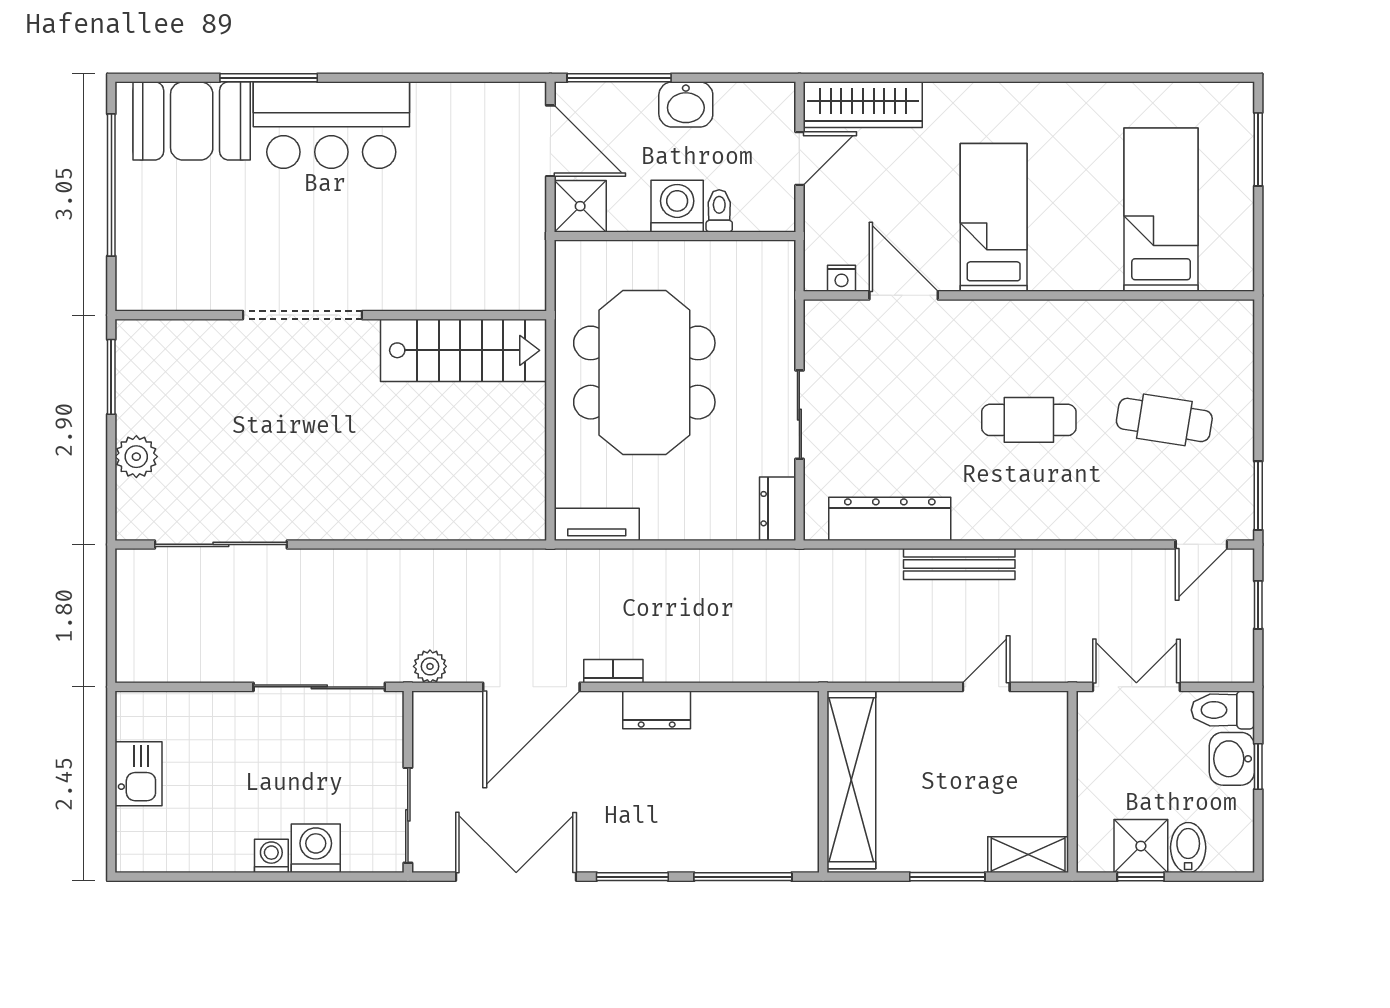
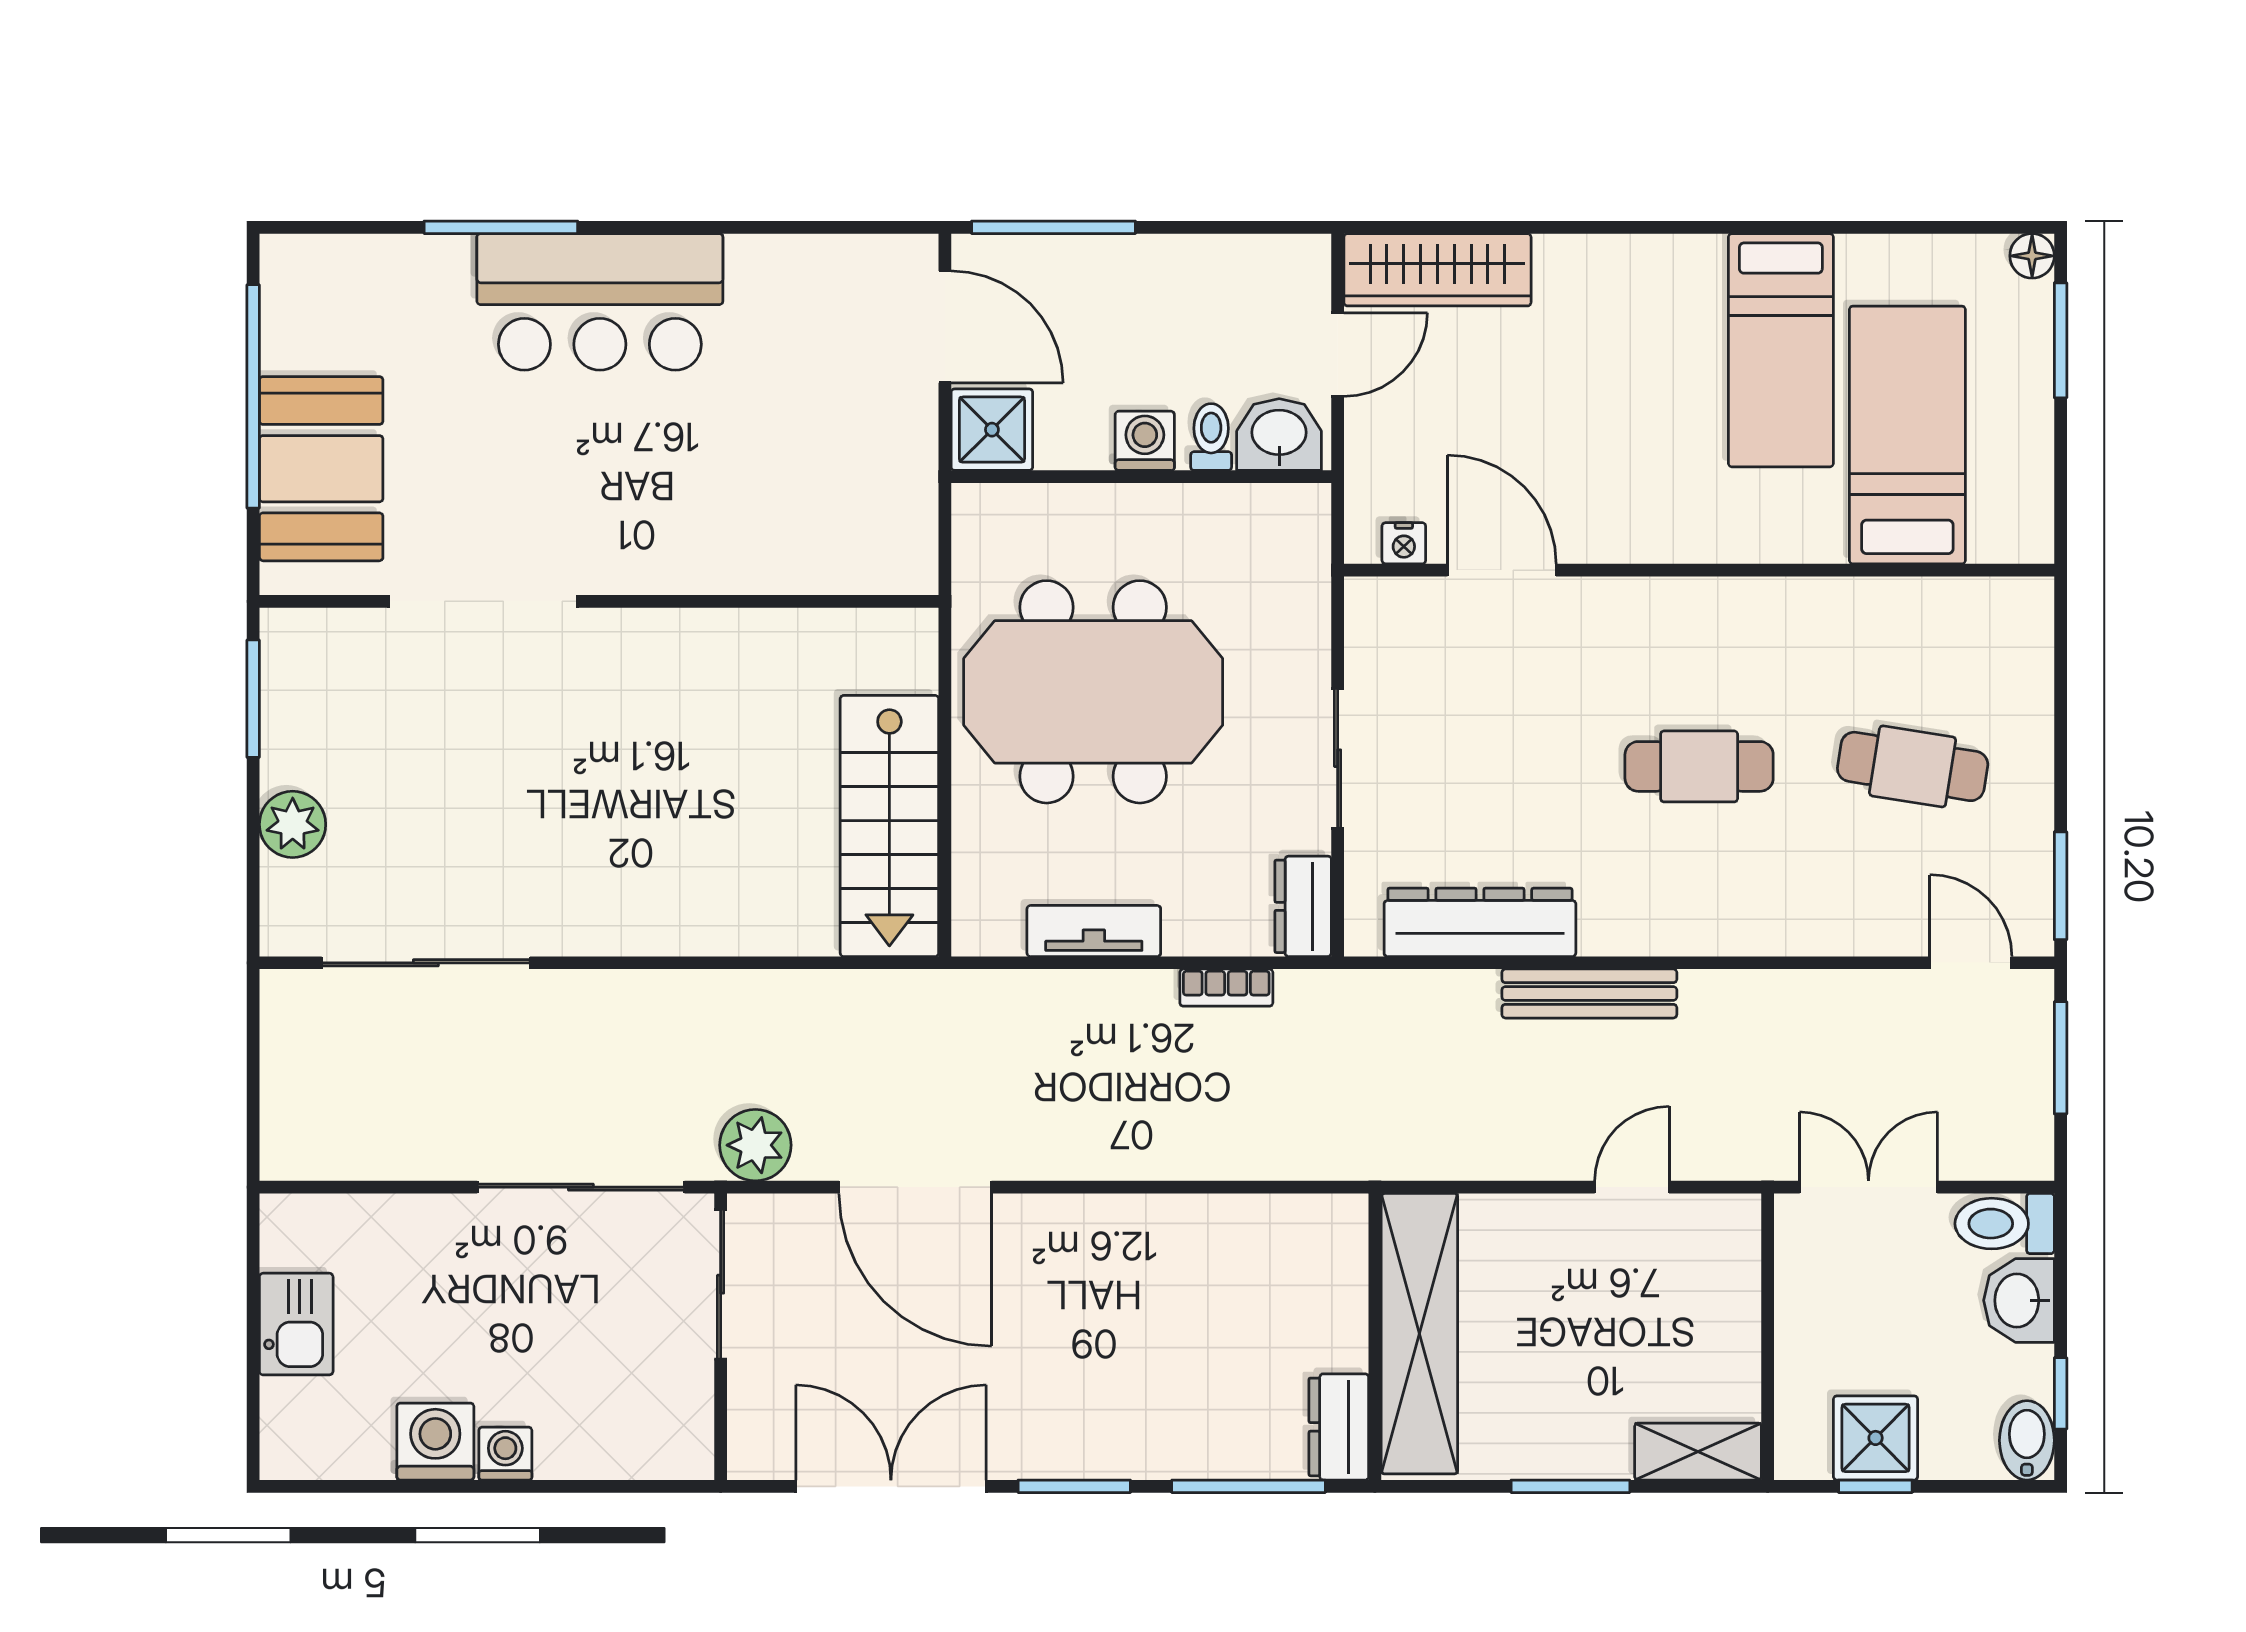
floor lamp: (1240, 96) -> (2032, 256), added
washbasin: (686, 104) -> (1279, 435), moved, turned 180
booth: (192, 121) -> (321, 469), moved, turned 90
washing machine: (677, 206) -> (1145, 441), width x0.73, depth x0.73
bed: (994, 217) -> (1781, 350), moved, turned 180
doorway: (302, 315) -> (483, 601), moved
stairs: (463, 350) -> (889, 826), moved, turned 90
meeting table: (644, 373) -> (1093, 692), turned 90
tv unit: (597, 524) -> (1094, 931), moved
door: (1201, 544) -> (1971, 963), swing flipped
window: (1258, 605) -> (2061, 1058), width x1.50
plant: (430, 666) -> (755, 1145), width x1.38, depth x1.38
bookcase: (613, 671) -> (1226, 988), moved, turned 180
door: (531, 687) -> (915, 1187), hinge flipped
dresser: (657, 710) -> (1339, 1427), moved, turned 90
window: (1258, 766) -> (2061, 1393), moved
sliding door: (408, 815) -> (721, 1284), moved
washing machine: (316, 848) -> (435, 1442), moved
bidet: (1188, 848) -> (2027, 1440), moved

